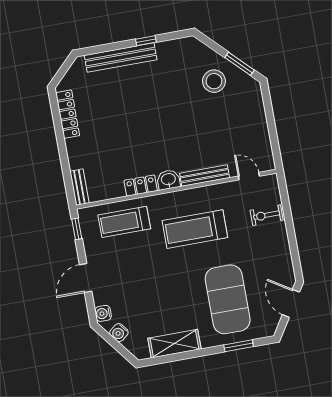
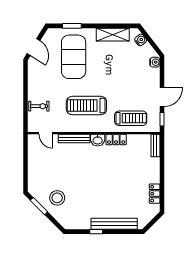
locker: (68, 114) -> (155, 194), width x0.66
treadmill: (195, 229) -> (86, 106), turned 180
door: (86, 278) -> (162, 97), moved
water cooler: (119, 333) -> (141, 40), moved

